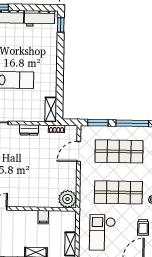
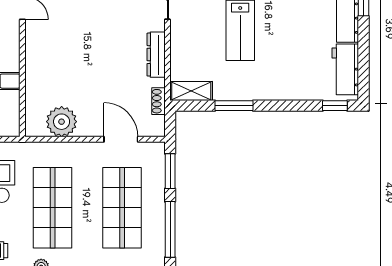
window: (60, 84) -> (234, 106), added
dresser: (29, 130) -> (156, 55), width x1.44
plant: (67, 199) -> (62, 122), moved

